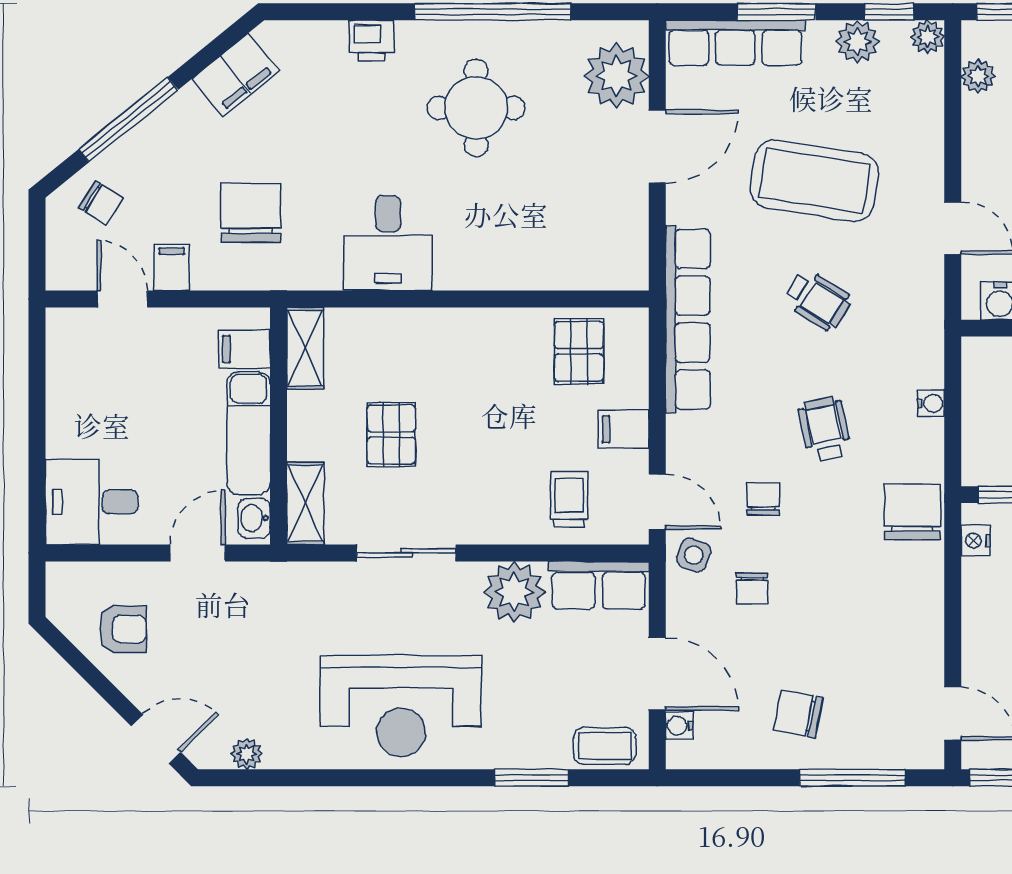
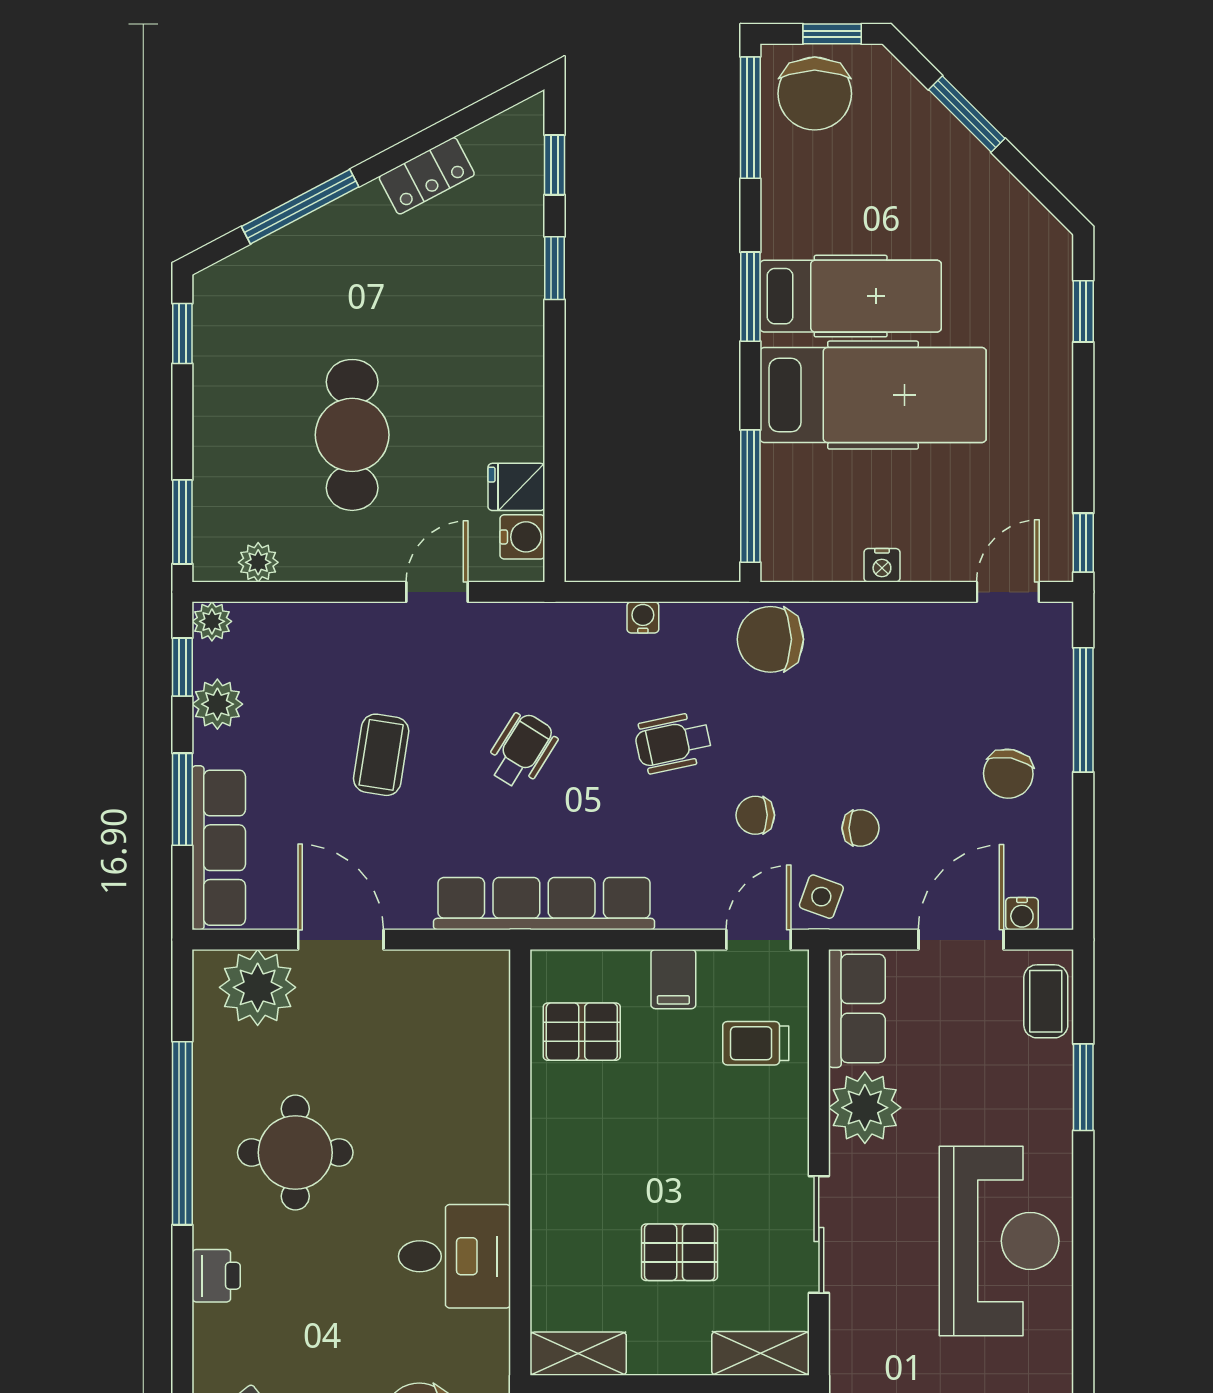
coffee table: (814, 181) -> (381, 755), width x0.54, depth x0.58
nightstand: (975, 540) -> (882, 565), moved

